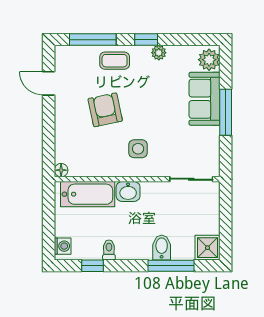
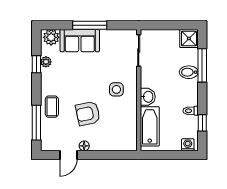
window: (146, 40) -> (36, 64), moved
plant: (159, 53) -> (46, 62), moved
floor lamp: (61, 170) -> (84, 146), moved

